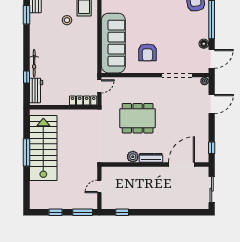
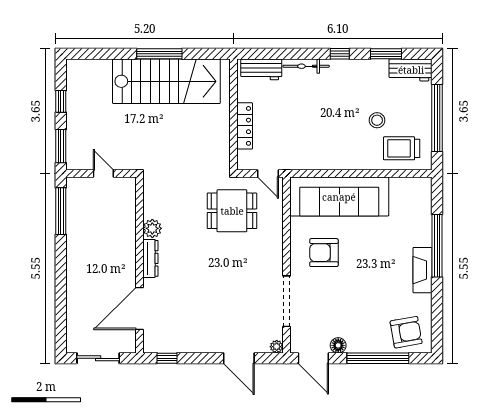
window: (27, 77) -> (340, 54), moved
locker: (83, 101) -> (245, 126), moved
dining table: (138, 118) -> (232, 211), moved, width x0.73
door: (181, 164) -> (139, 309), swing flipped
window: (122, 212) -> (61, 211), width x2.17

